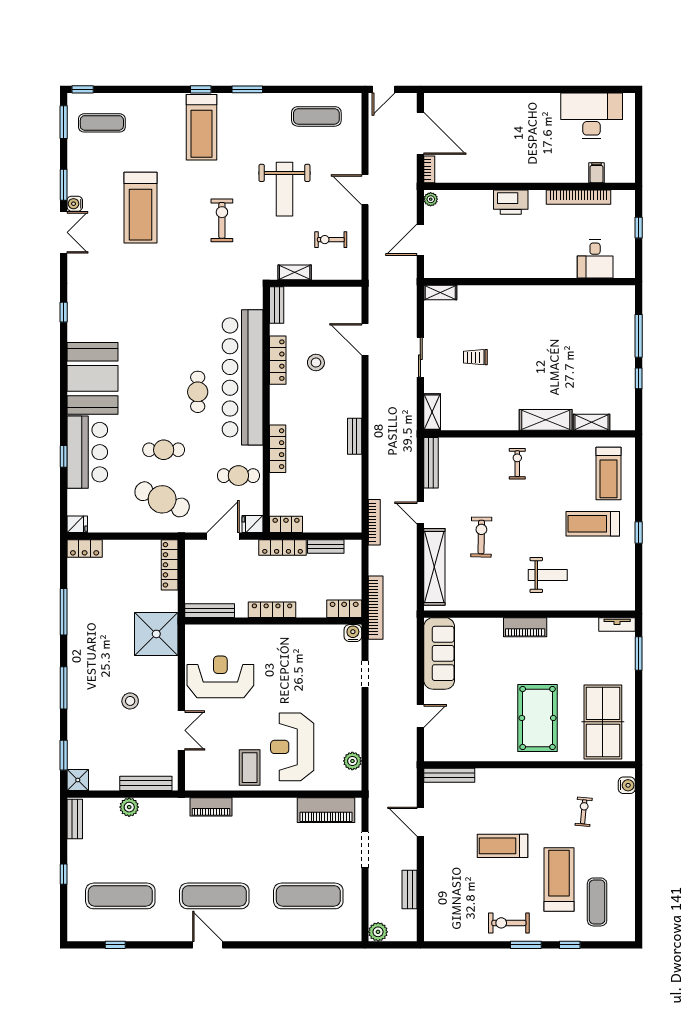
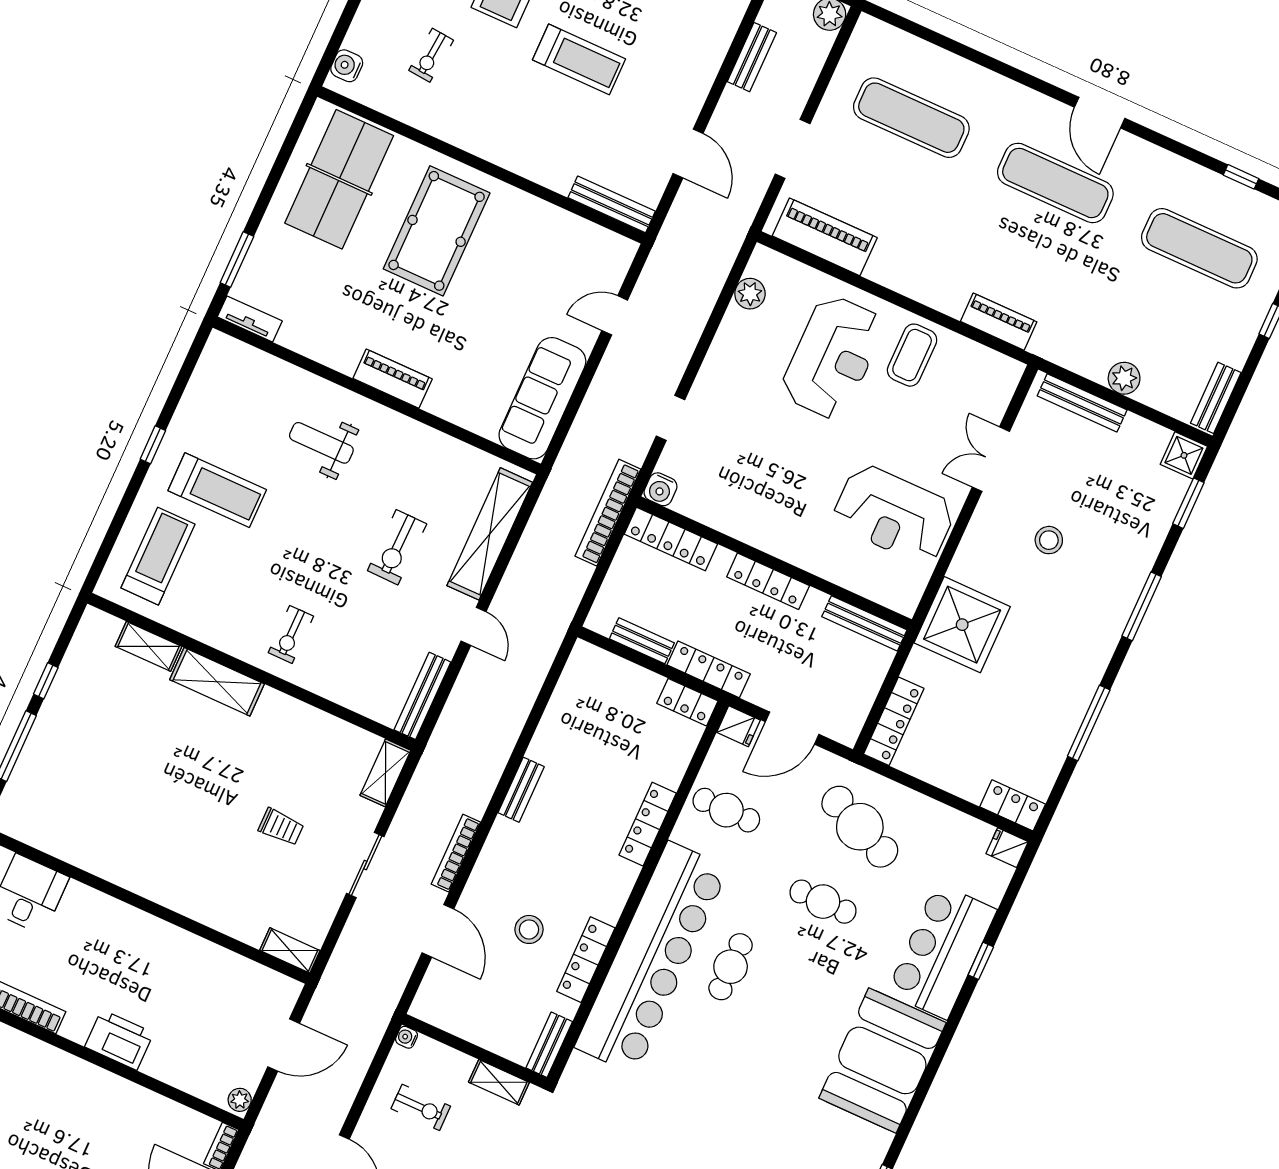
water cooler: (356, 274) -> (407, 1037), added
bookcase: (374, 522) -> (456, 853), moved
locker: (344, 609) -> (671, 539), width x1.53

